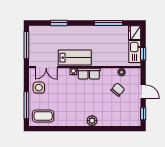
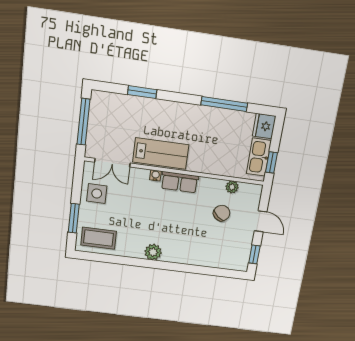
window: (26, 105) -> (74, 218), width x0.69
plant: (92, 121) -> (153, 252), moved

